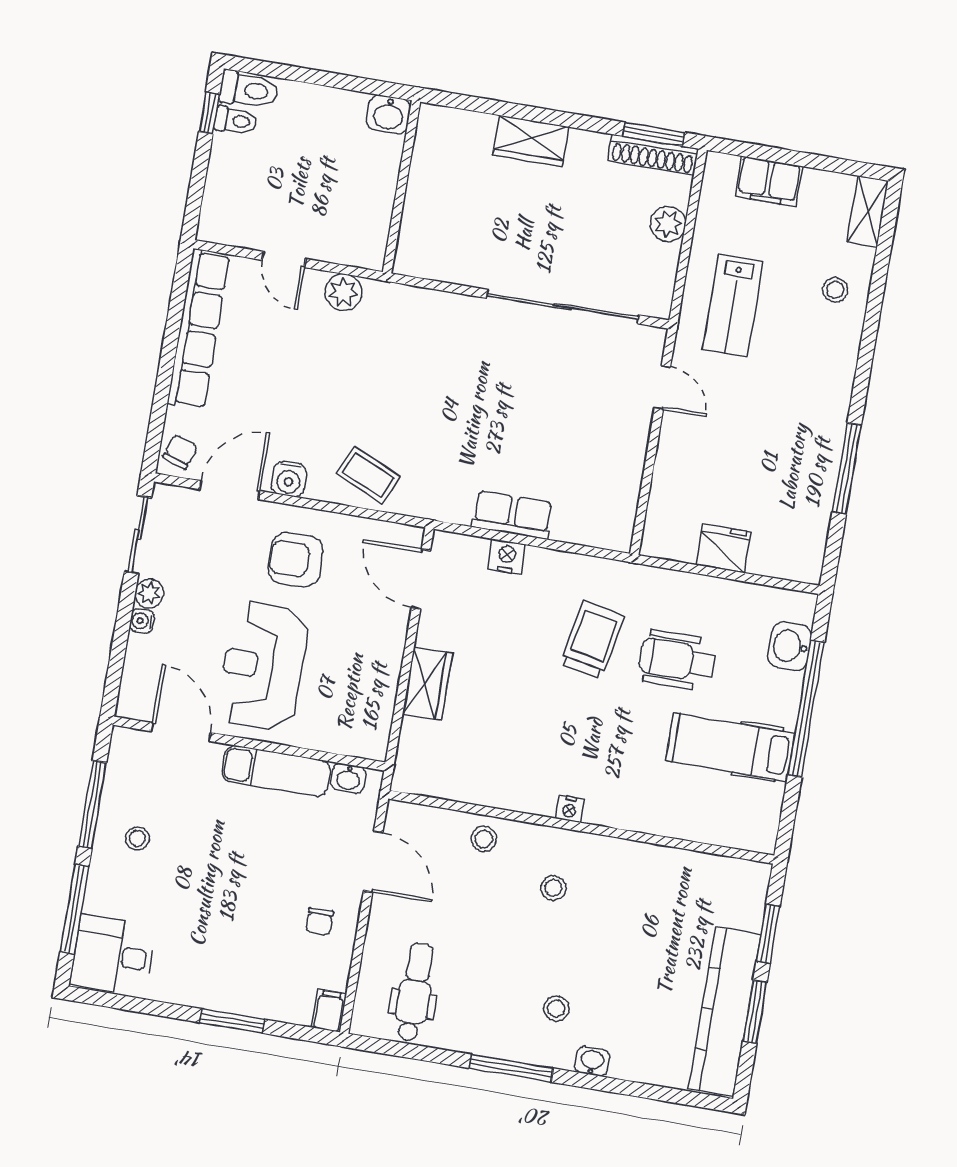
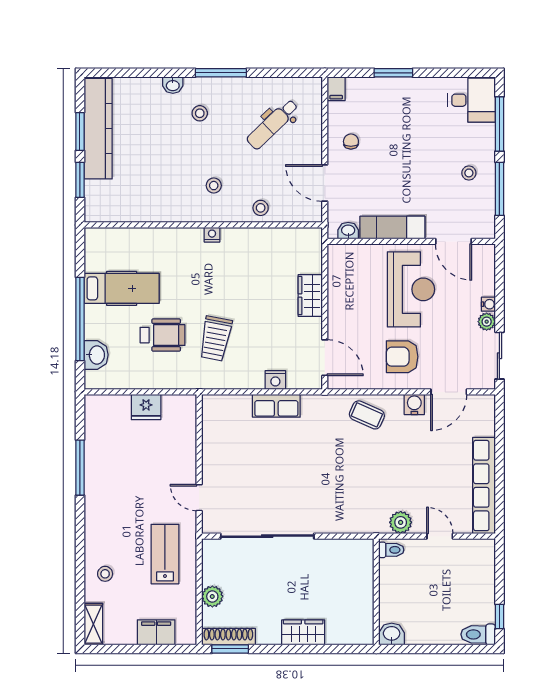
toilet: (236, 121) -> (391, 550), moved, turned 180
chair: (180, 452) -> (482, 410), removed
armchair: (296, 560) -> (402, 357), turned 180
dental chair: (415, 992) -> (272, 124), moved, turned 46

